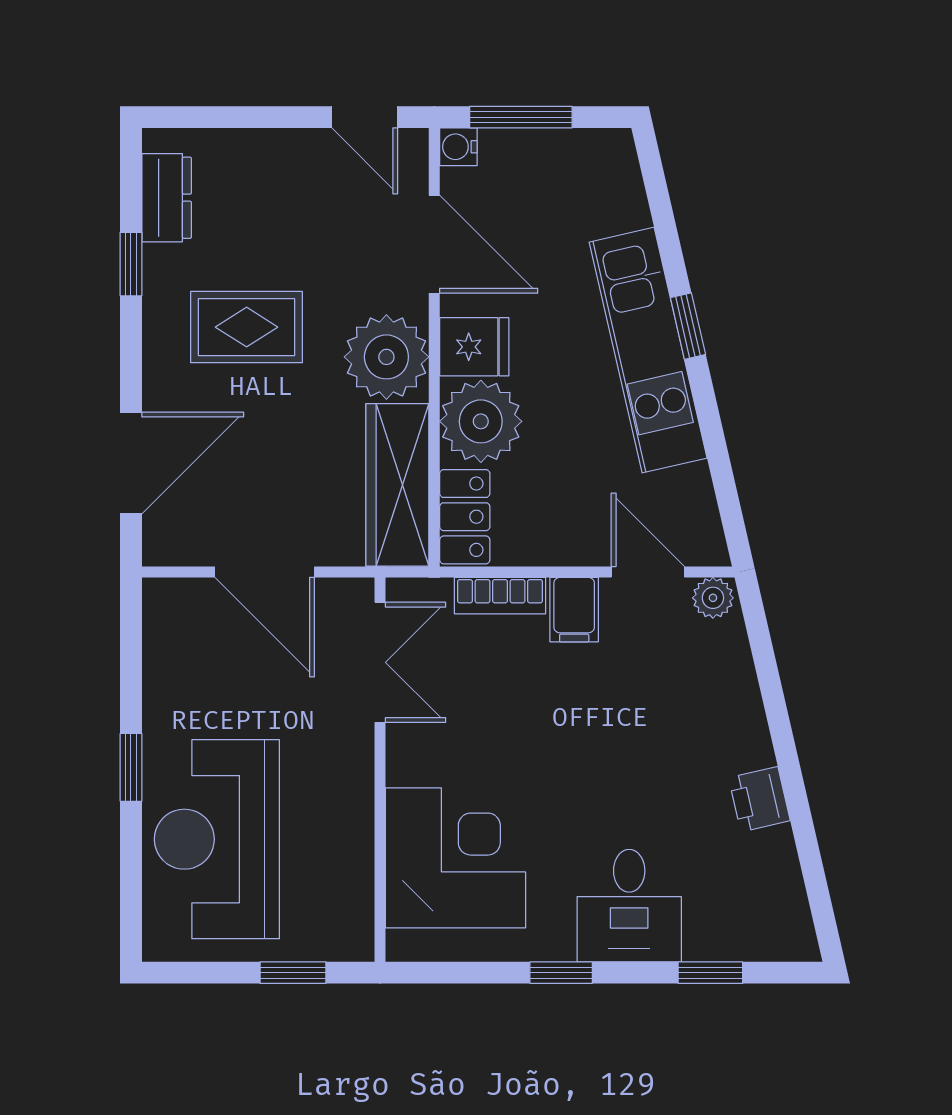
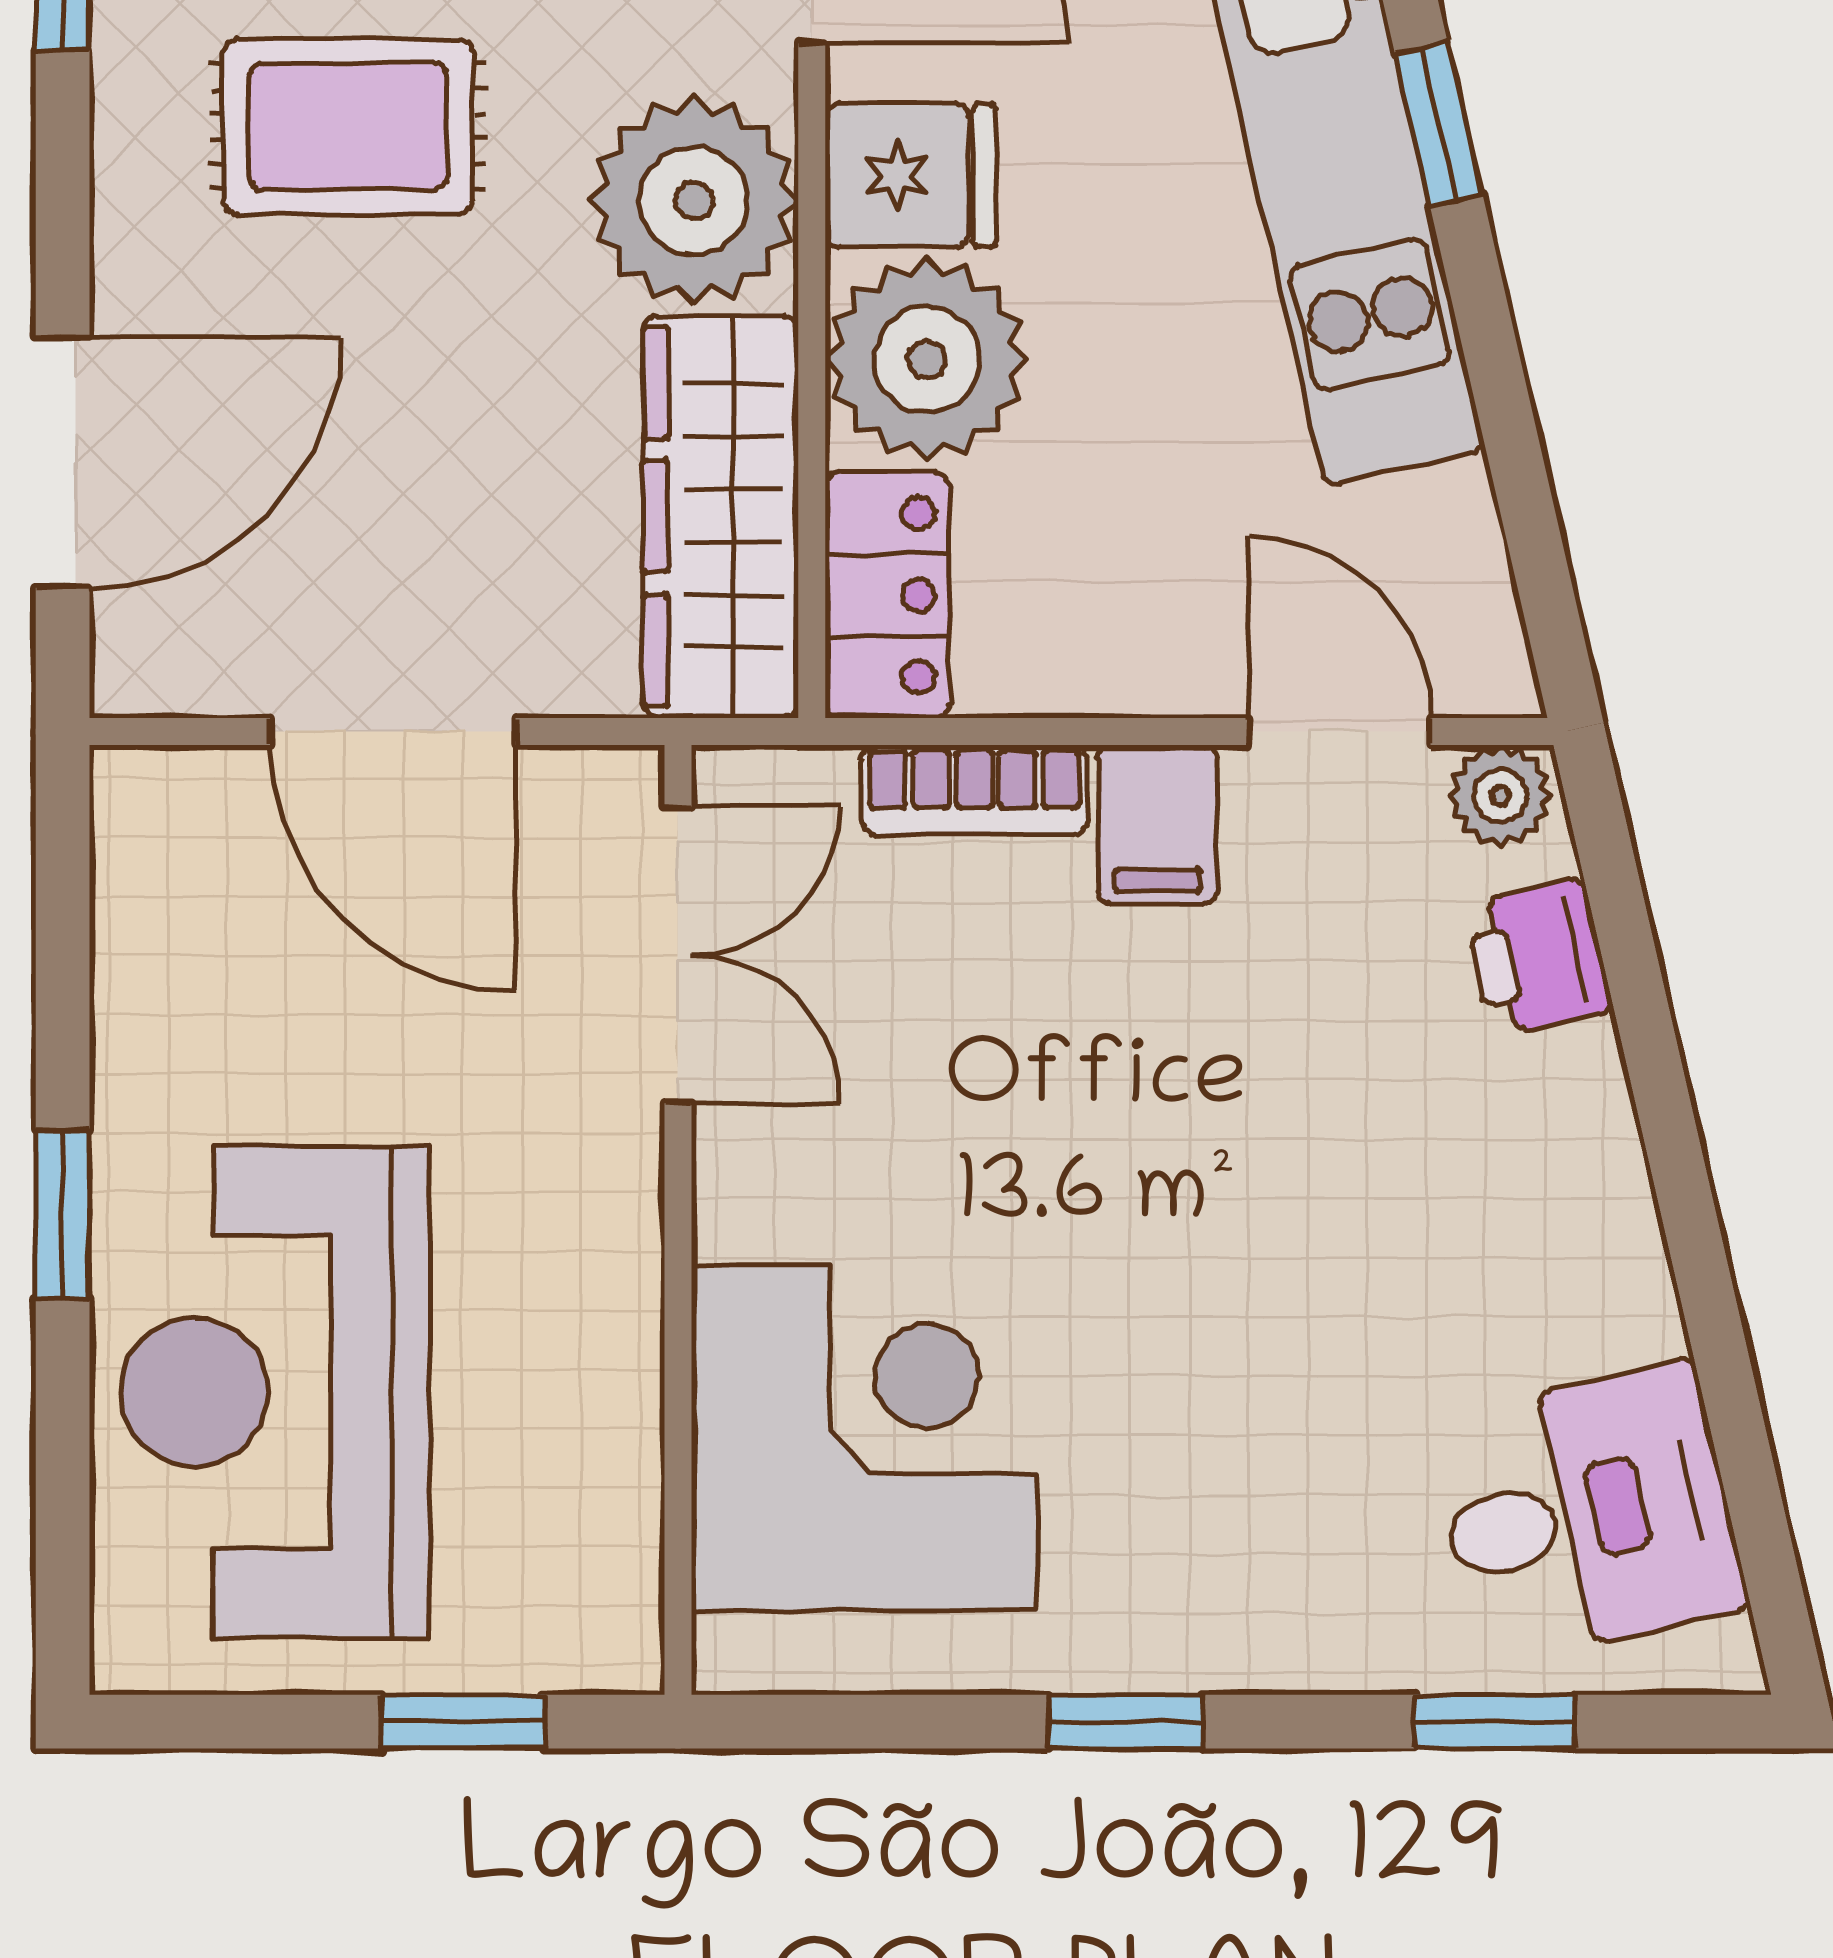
printer: (759, 799) -> (1538, 958), moved
desk: (629, 906) -> (1587, 1513), moved, turned -103

